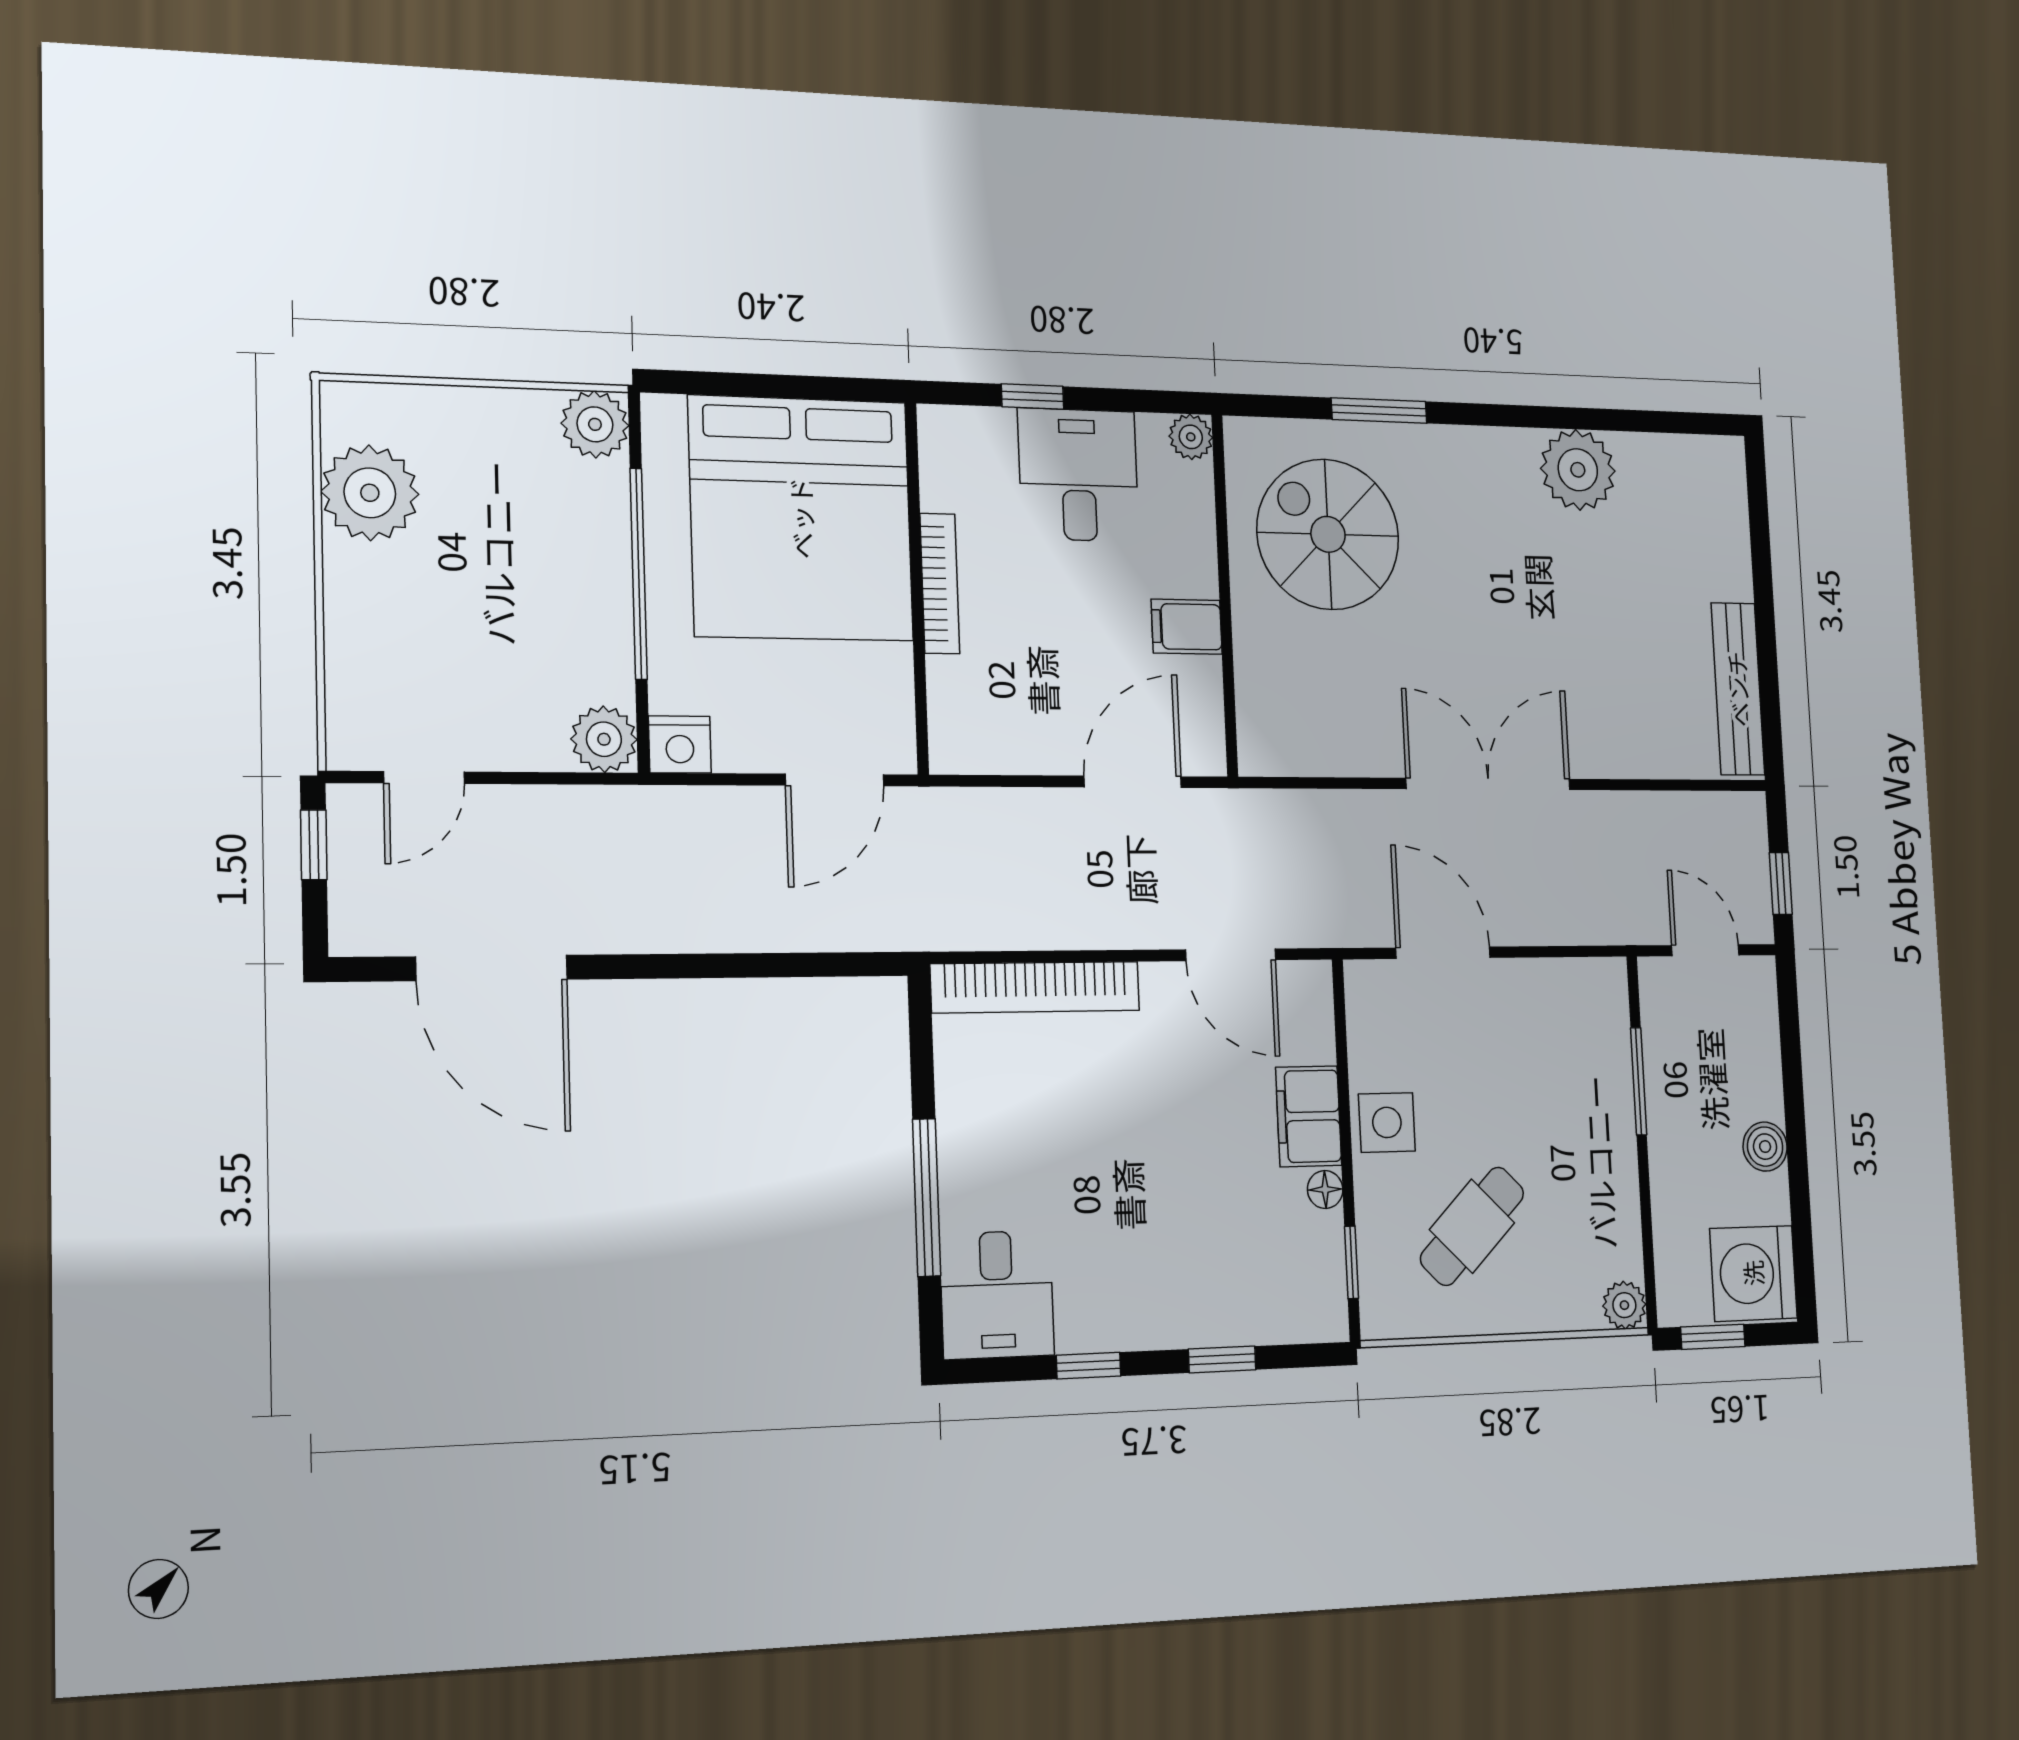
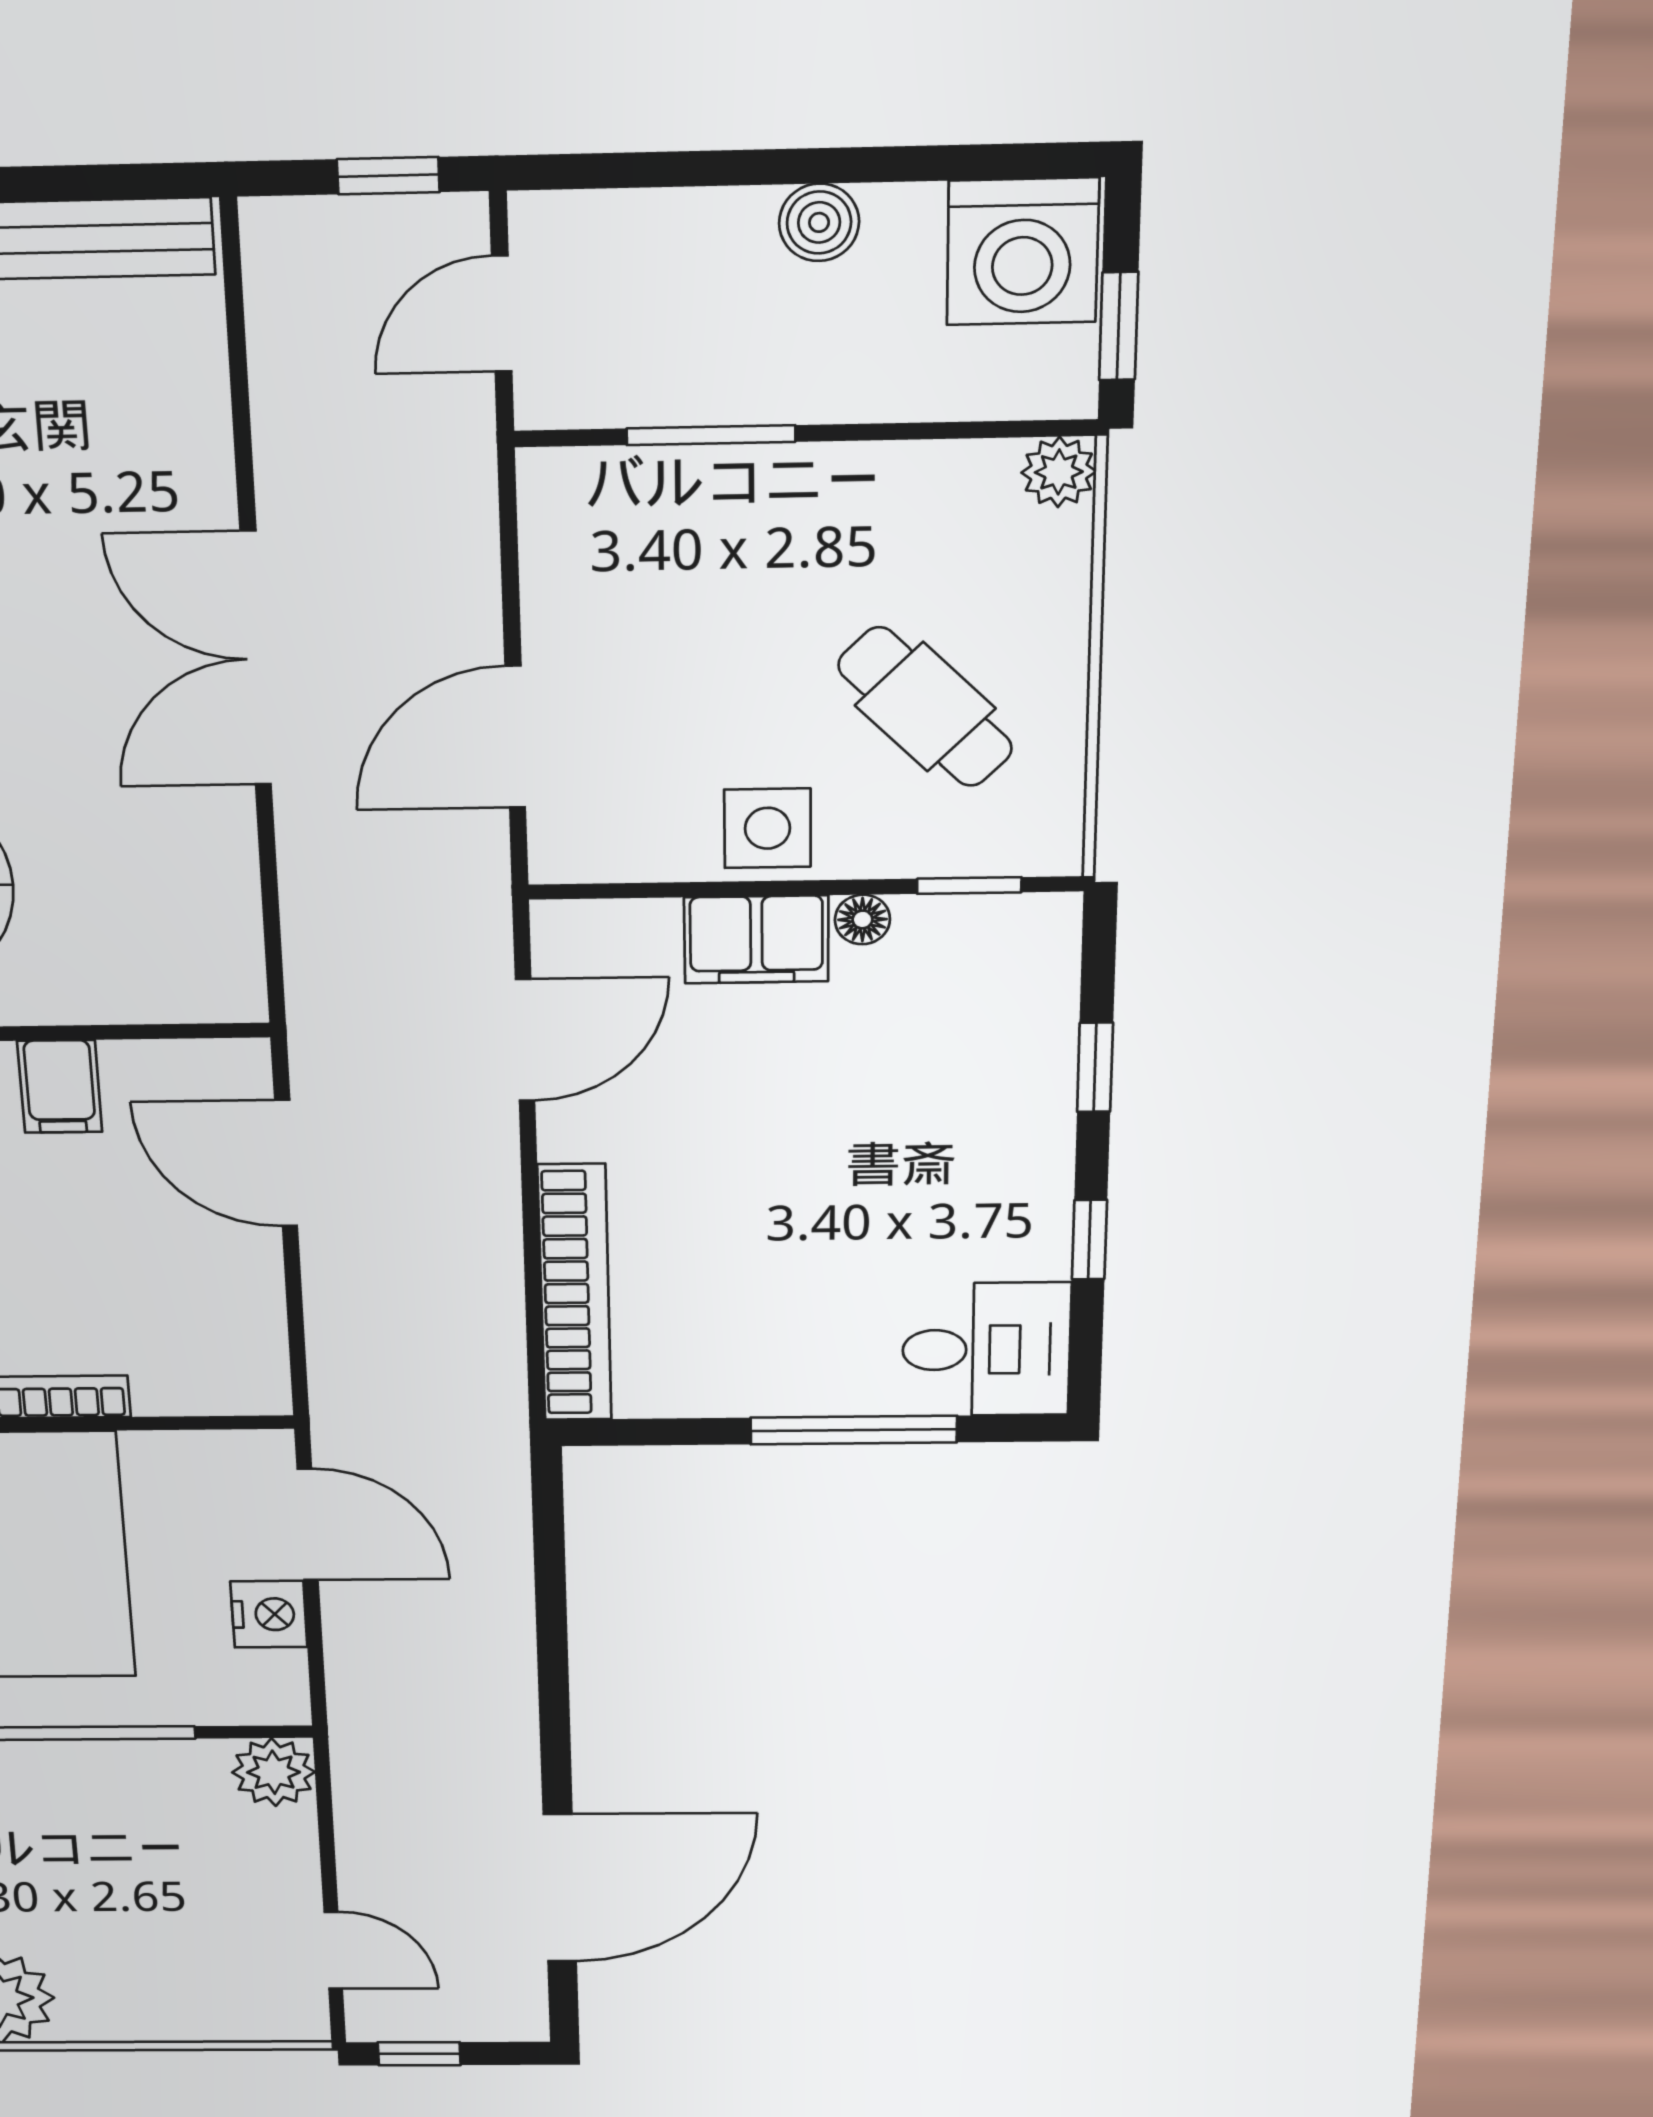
nightstand: (680, 745) -> (269, 1614), moved

